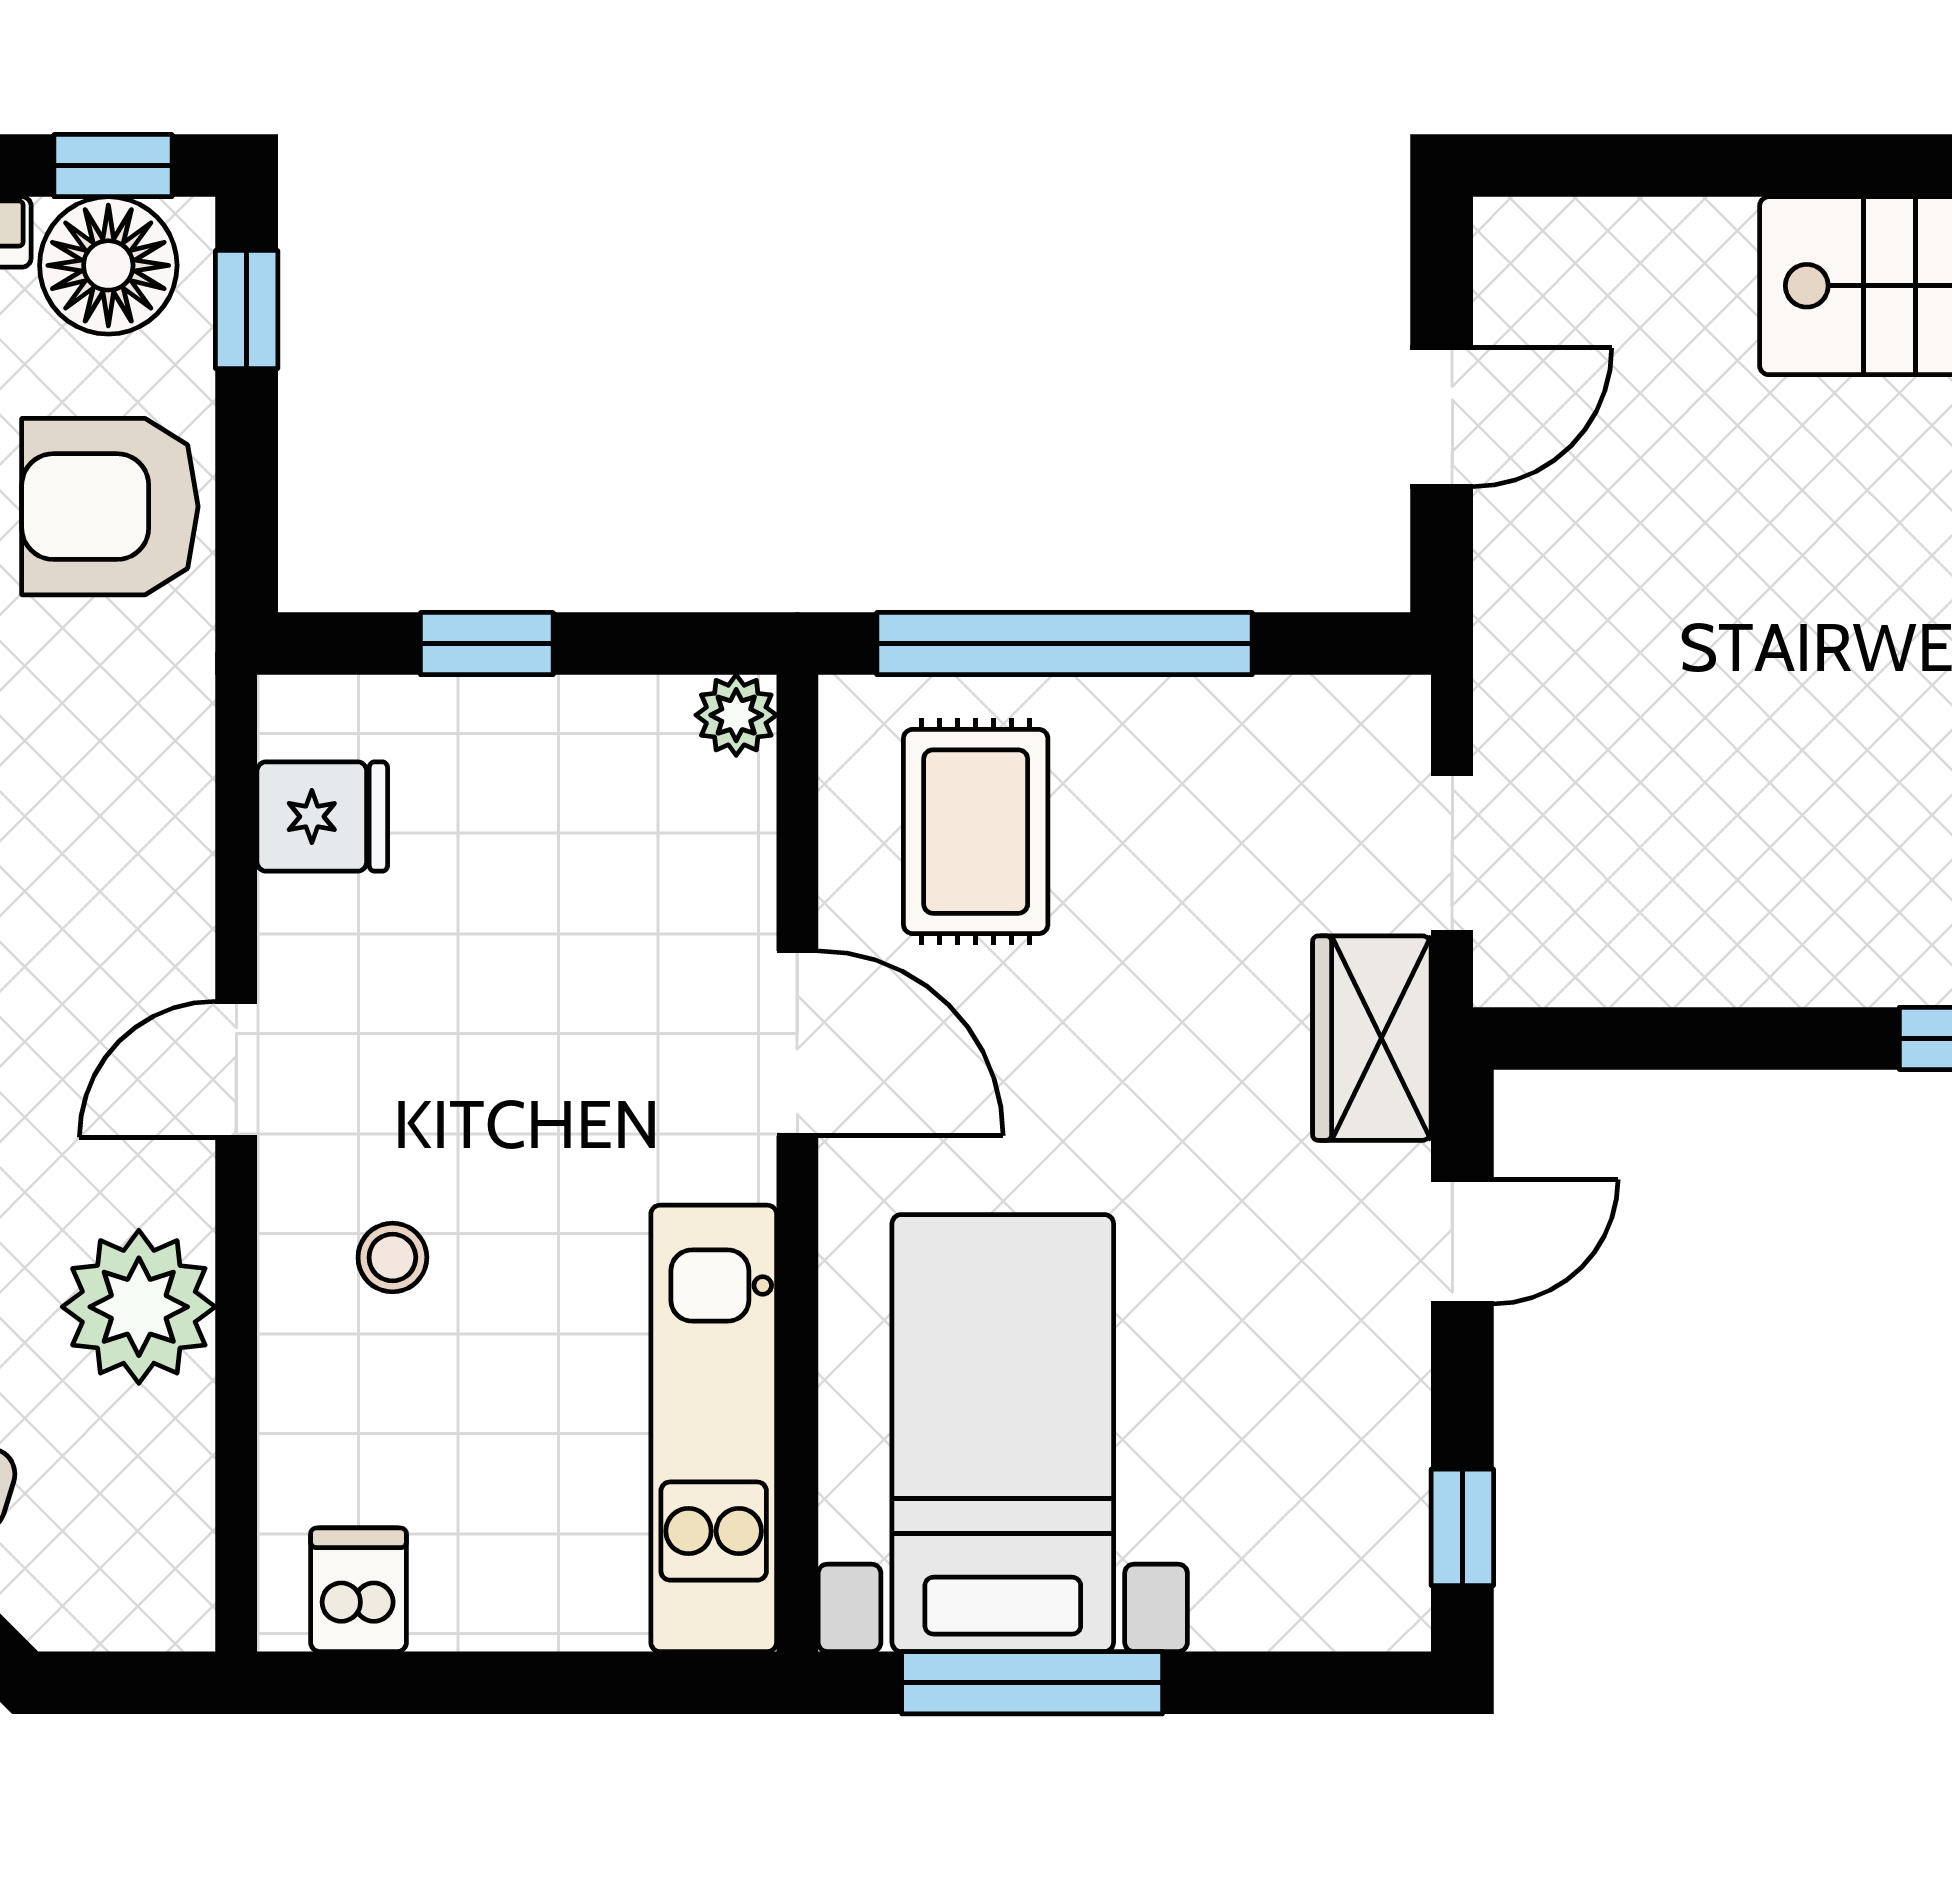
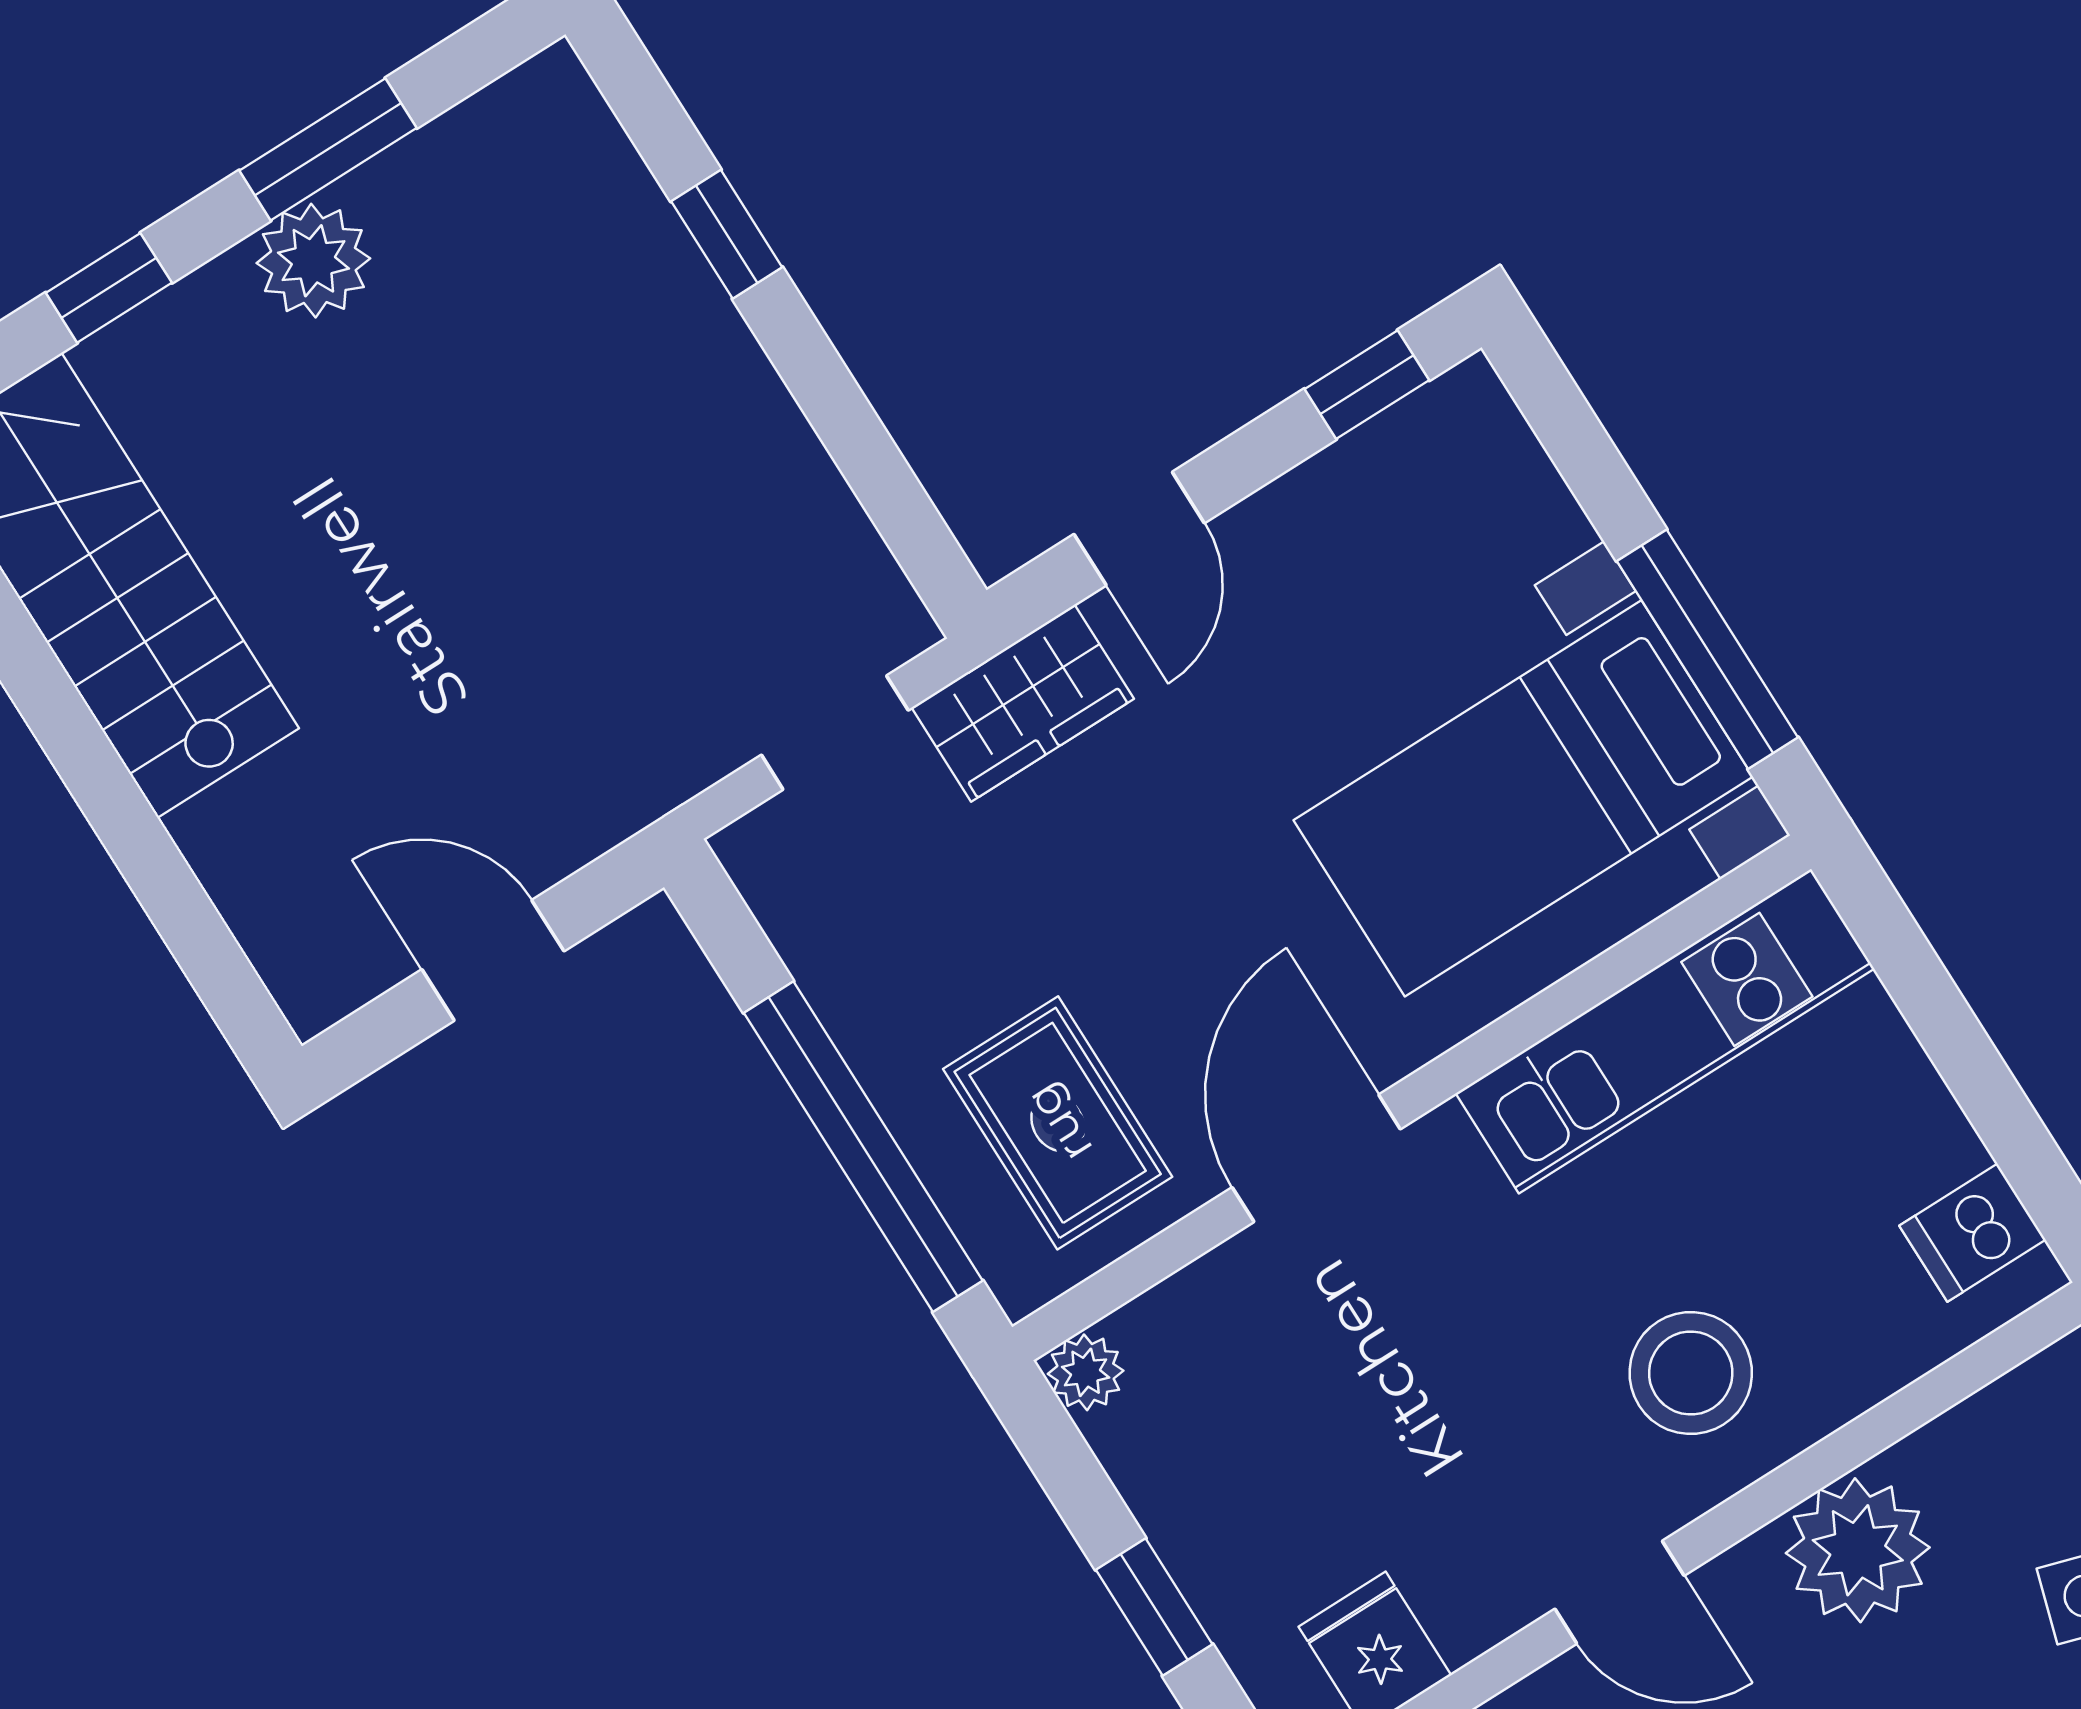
rug: (976, 832) -> (1058, 1123), turned 90
door: (1462, 1242) -> (1139, 529), swing flipped
stool: (392, 1257) -> (1691, 1373), width x1.89, depth x1.89

